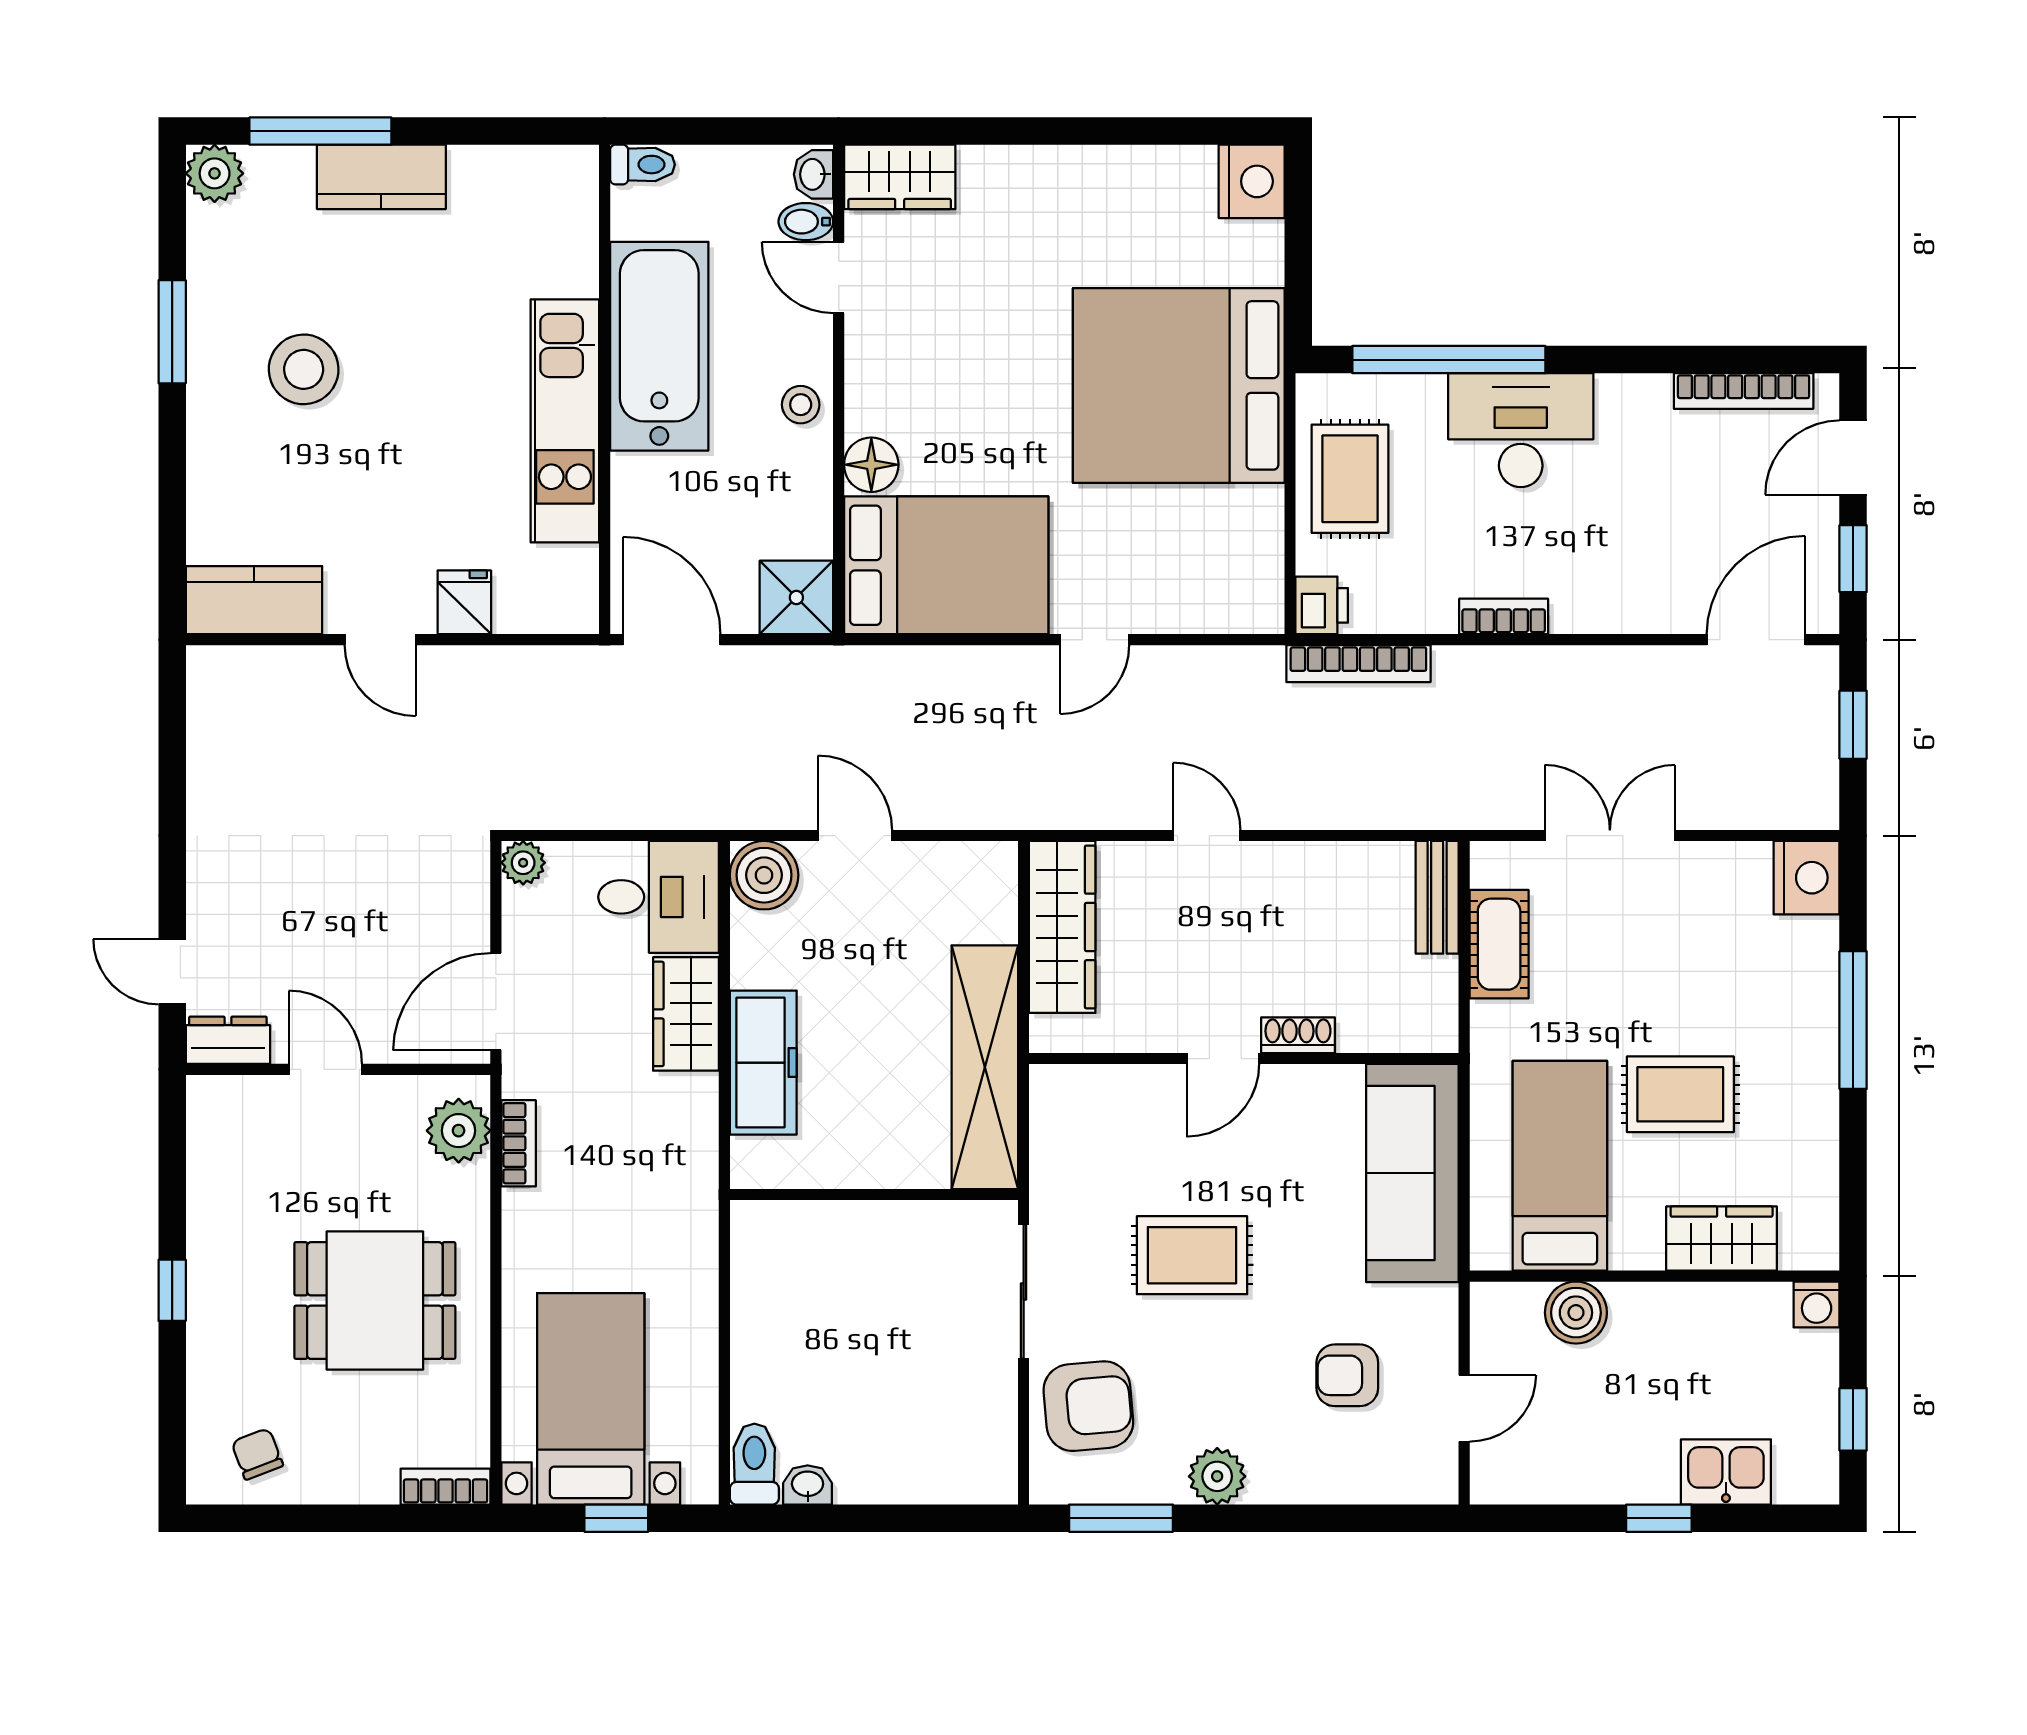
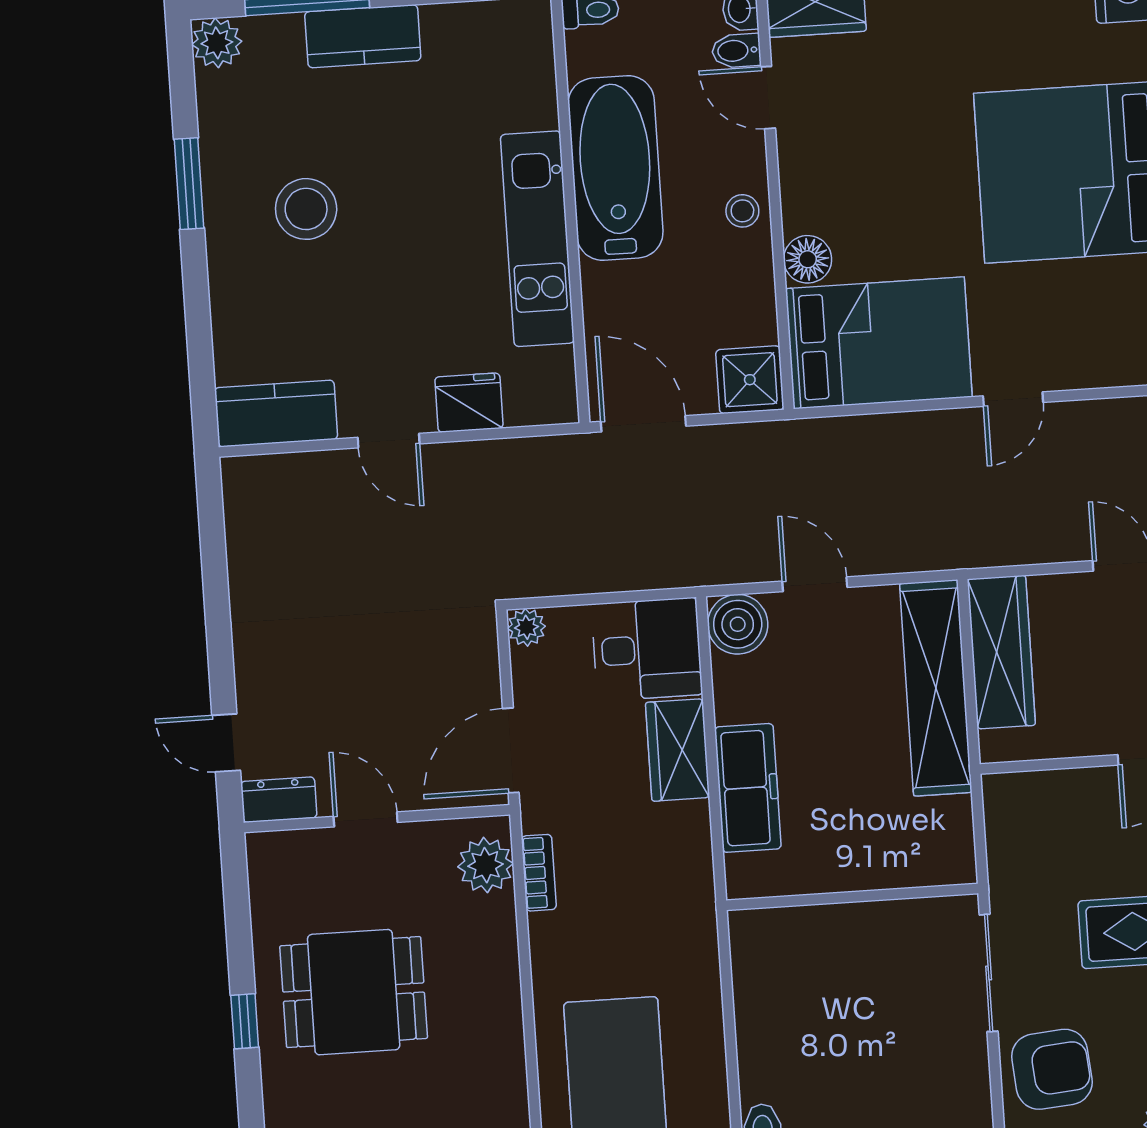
fridge: (464, 602) -> (469, 403), width x1.38
shelving: (985, 1067) -> (936, 688), moved
dining table: (375, 1301) -> (354, 992), moved

